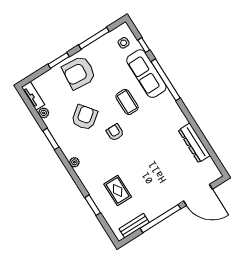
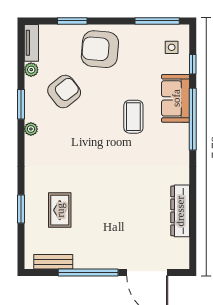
window: (94, 38) -> (157, 21), moved
window: (59, 60) -> (72, 21), moved
sofa: (146, 74) -> (176, 98), width x0.73
armchair: (85, 117) -> (64, 92), moved
armchair: (115, 132) -> (98, 143), removed
plant: (74, 162) -> (31, 129), moved

